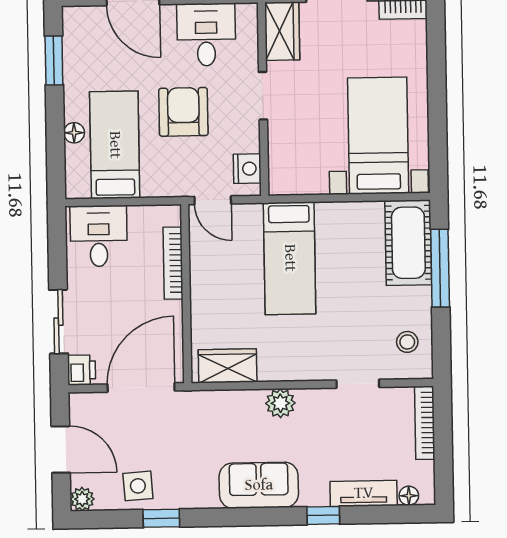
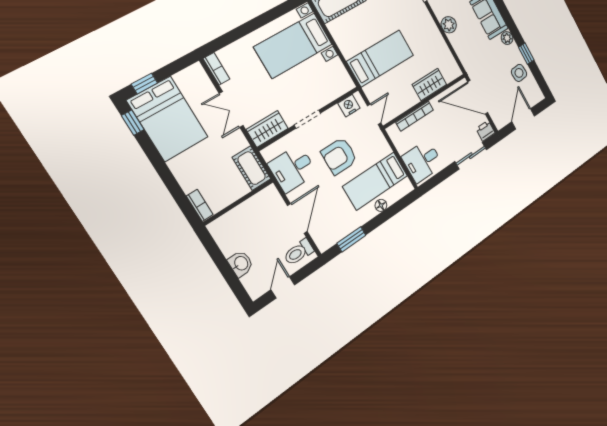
wardrobe: (228, 366) -> (429, 84), moved, turned 90
plant: (82, 499) -> (507, 38), moved

